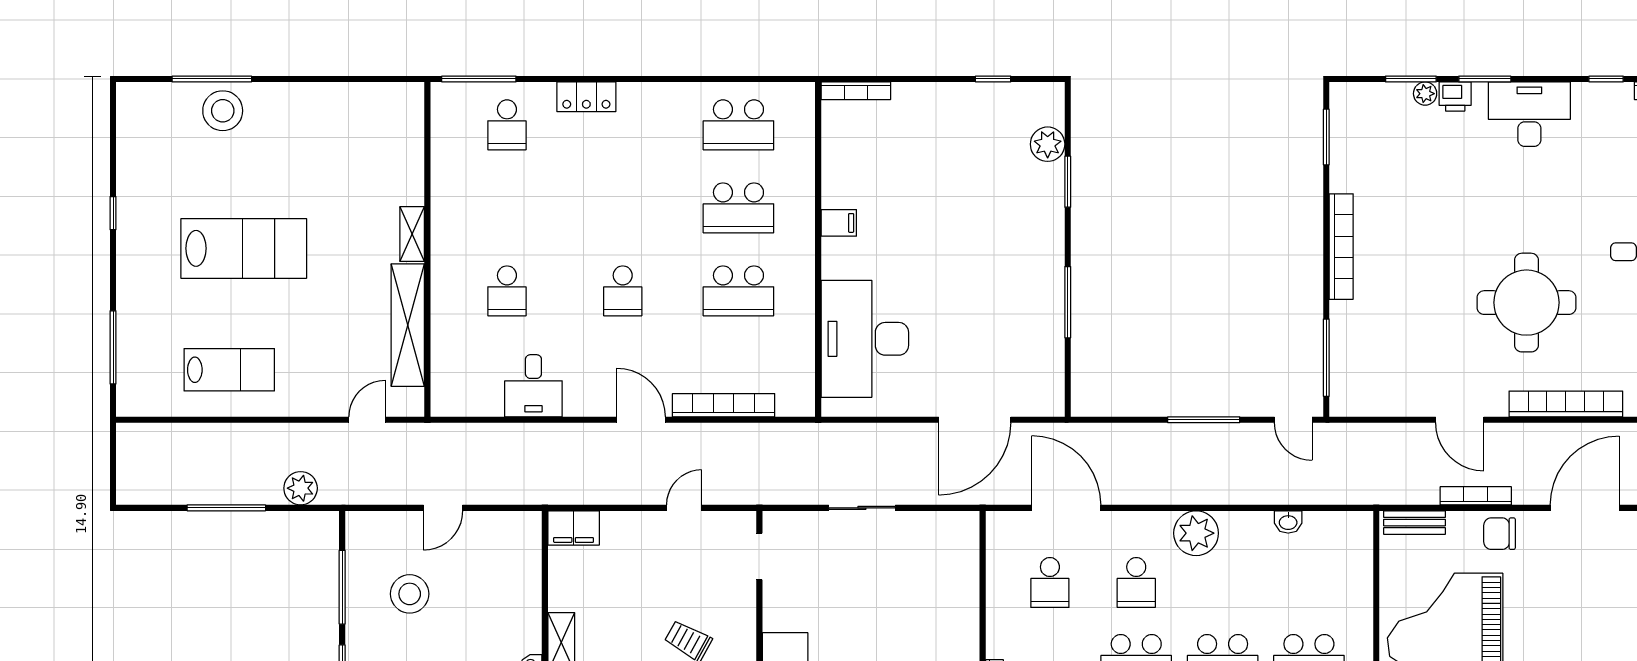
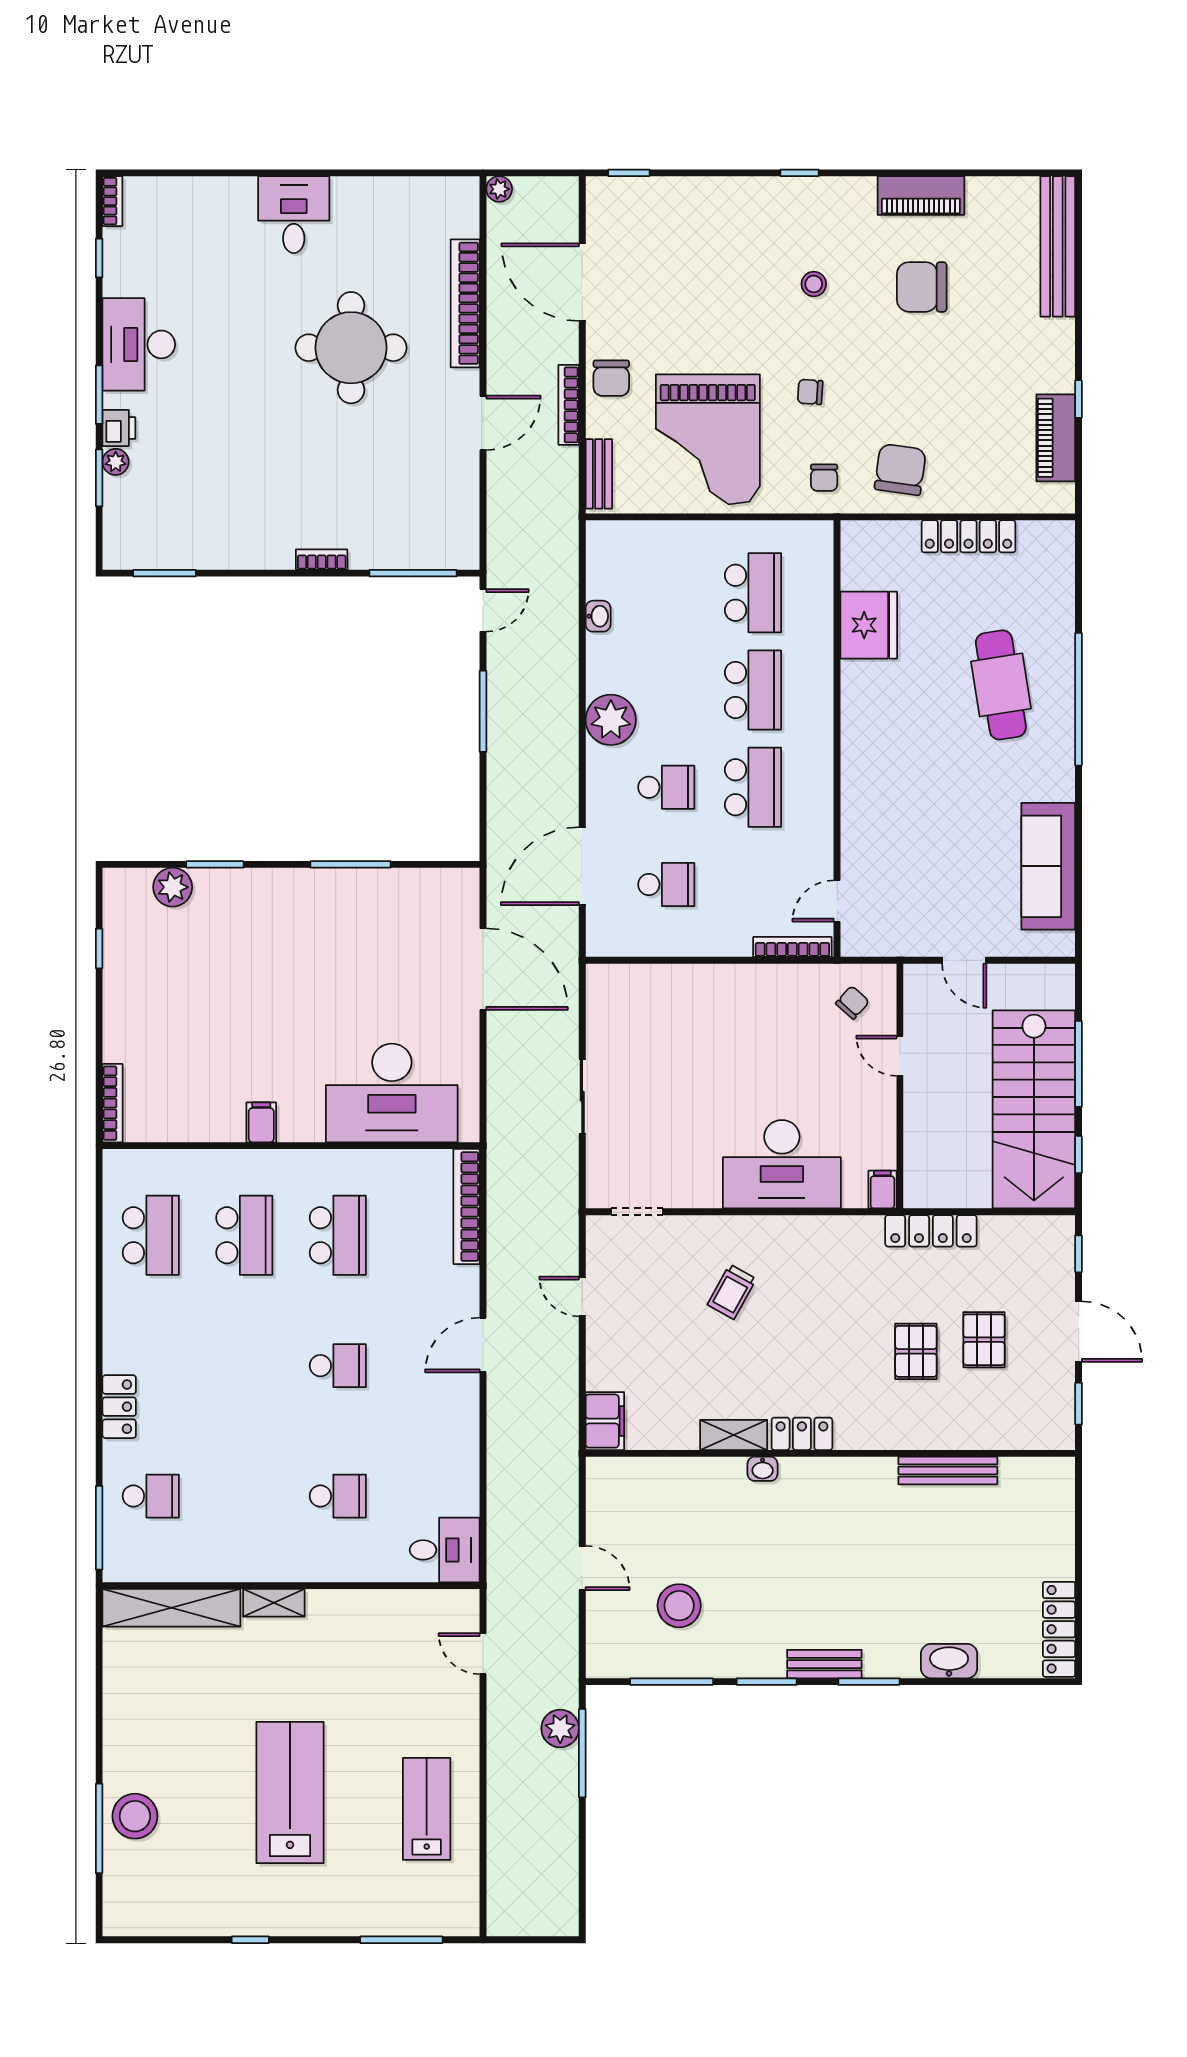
bookcase: (1341, 247) -> (322, 560), width x0.43, depth x0.76
shelving: (408, 325) -> (171, 1608), moved
desk: (533, 386) -> (445, 1550), moved
bookcase: (724, 405) -> (467, 1207), moved
window: (226, 508) -> (582, 1753), moved

